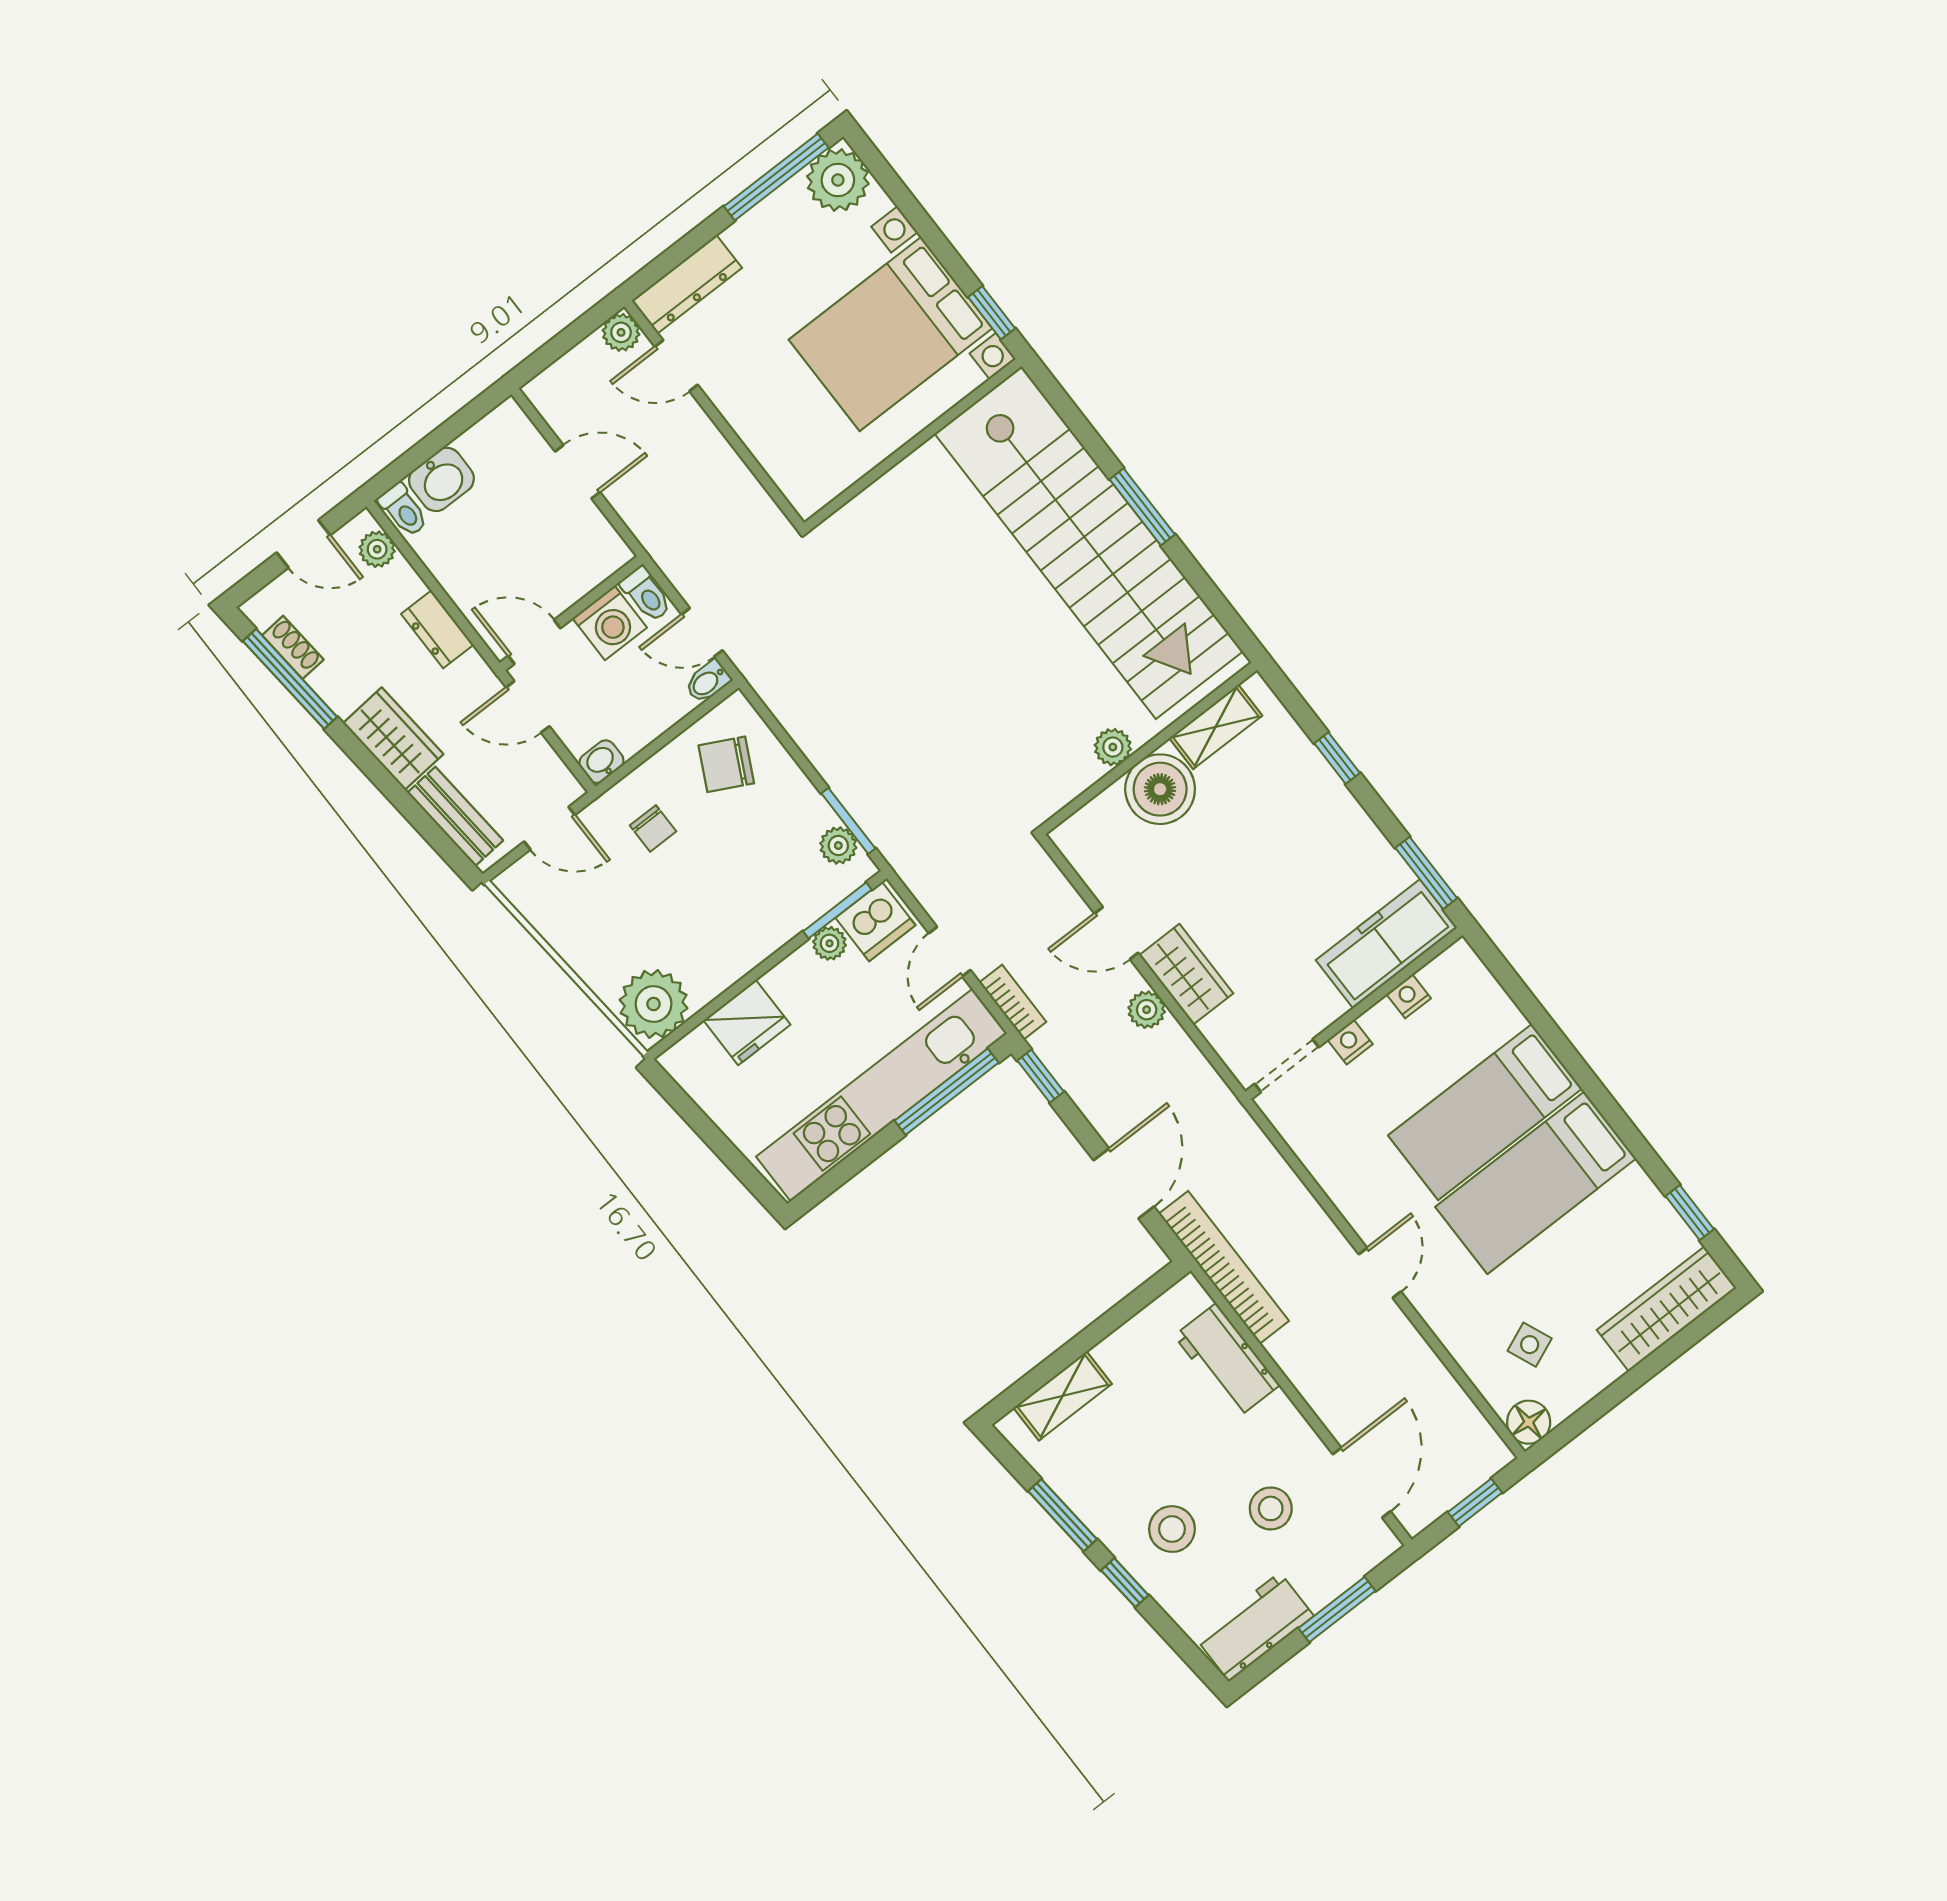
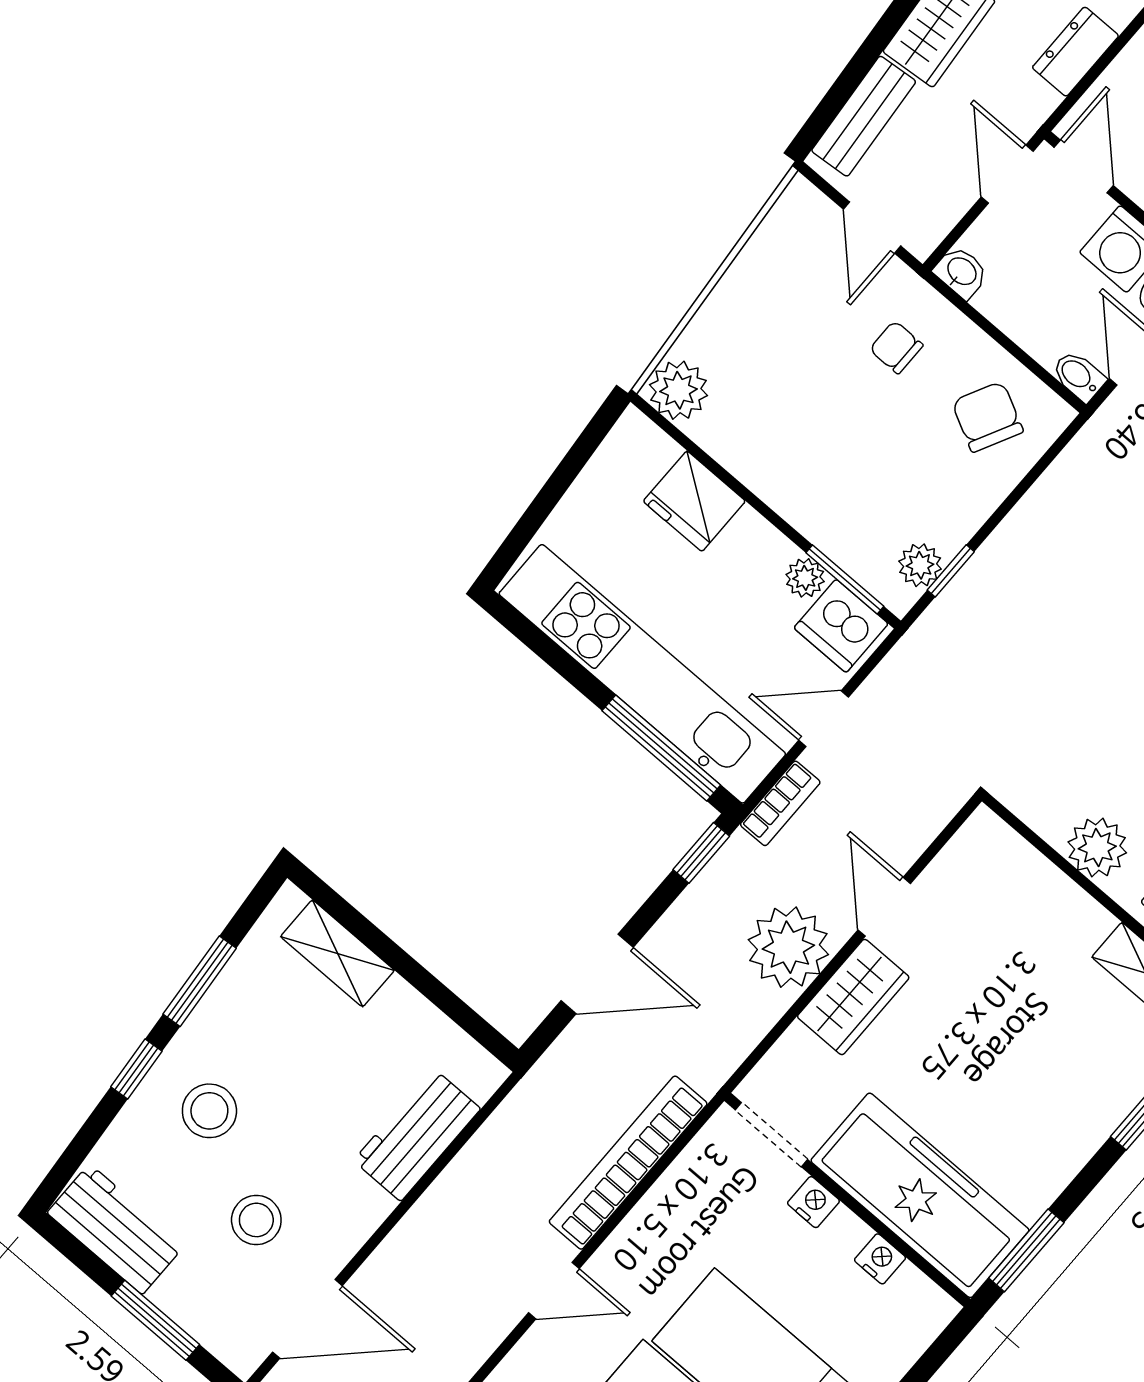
plant: (1113, 747) -> (1097, 847), width x1.38, depth x1.38
boiler: (1160, 789) -> (1061, 923), removed
window: (848, 821) -> (951, 571), width x0.67
chair: (653, 828) -> (896, 347), turned 90
freezer: (1386, 944) -> (920, 1195), width x1.36, depth x1.26
plant: (654, 1004) -> (678, 390), width x0.73, depth x0.73
plant: (1147, 1010) -> (788, 947), width x1.87, depth x1.87
bookcase: (1224, 1267) -> (628, 1163), moved, turned 180

